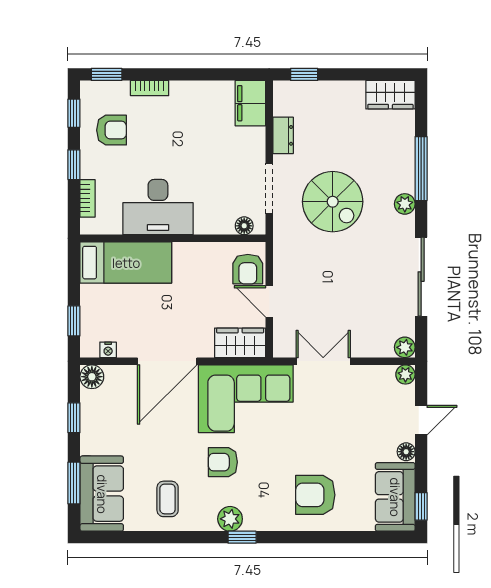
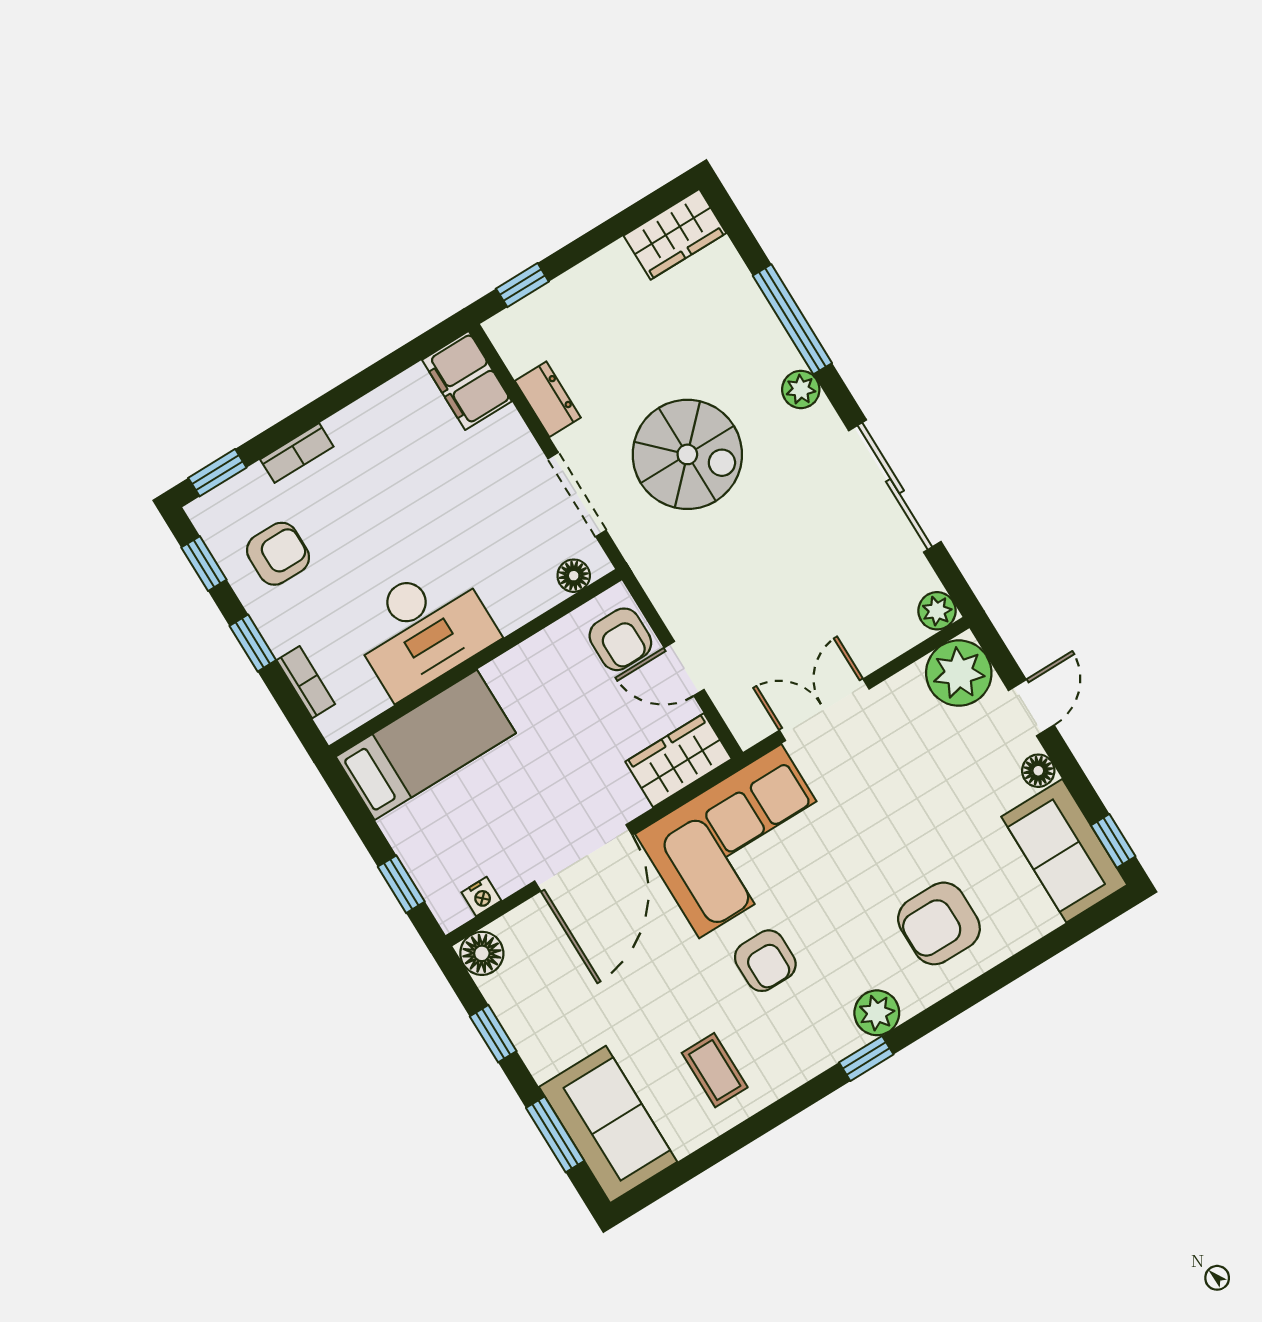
plant: (405, 374) -> (959, 673), width x1.88, depth x1.88
armchair: (223, 462) -> (765, 961), turned -90
plant: (230, 519) -> (877, 1013), moved

